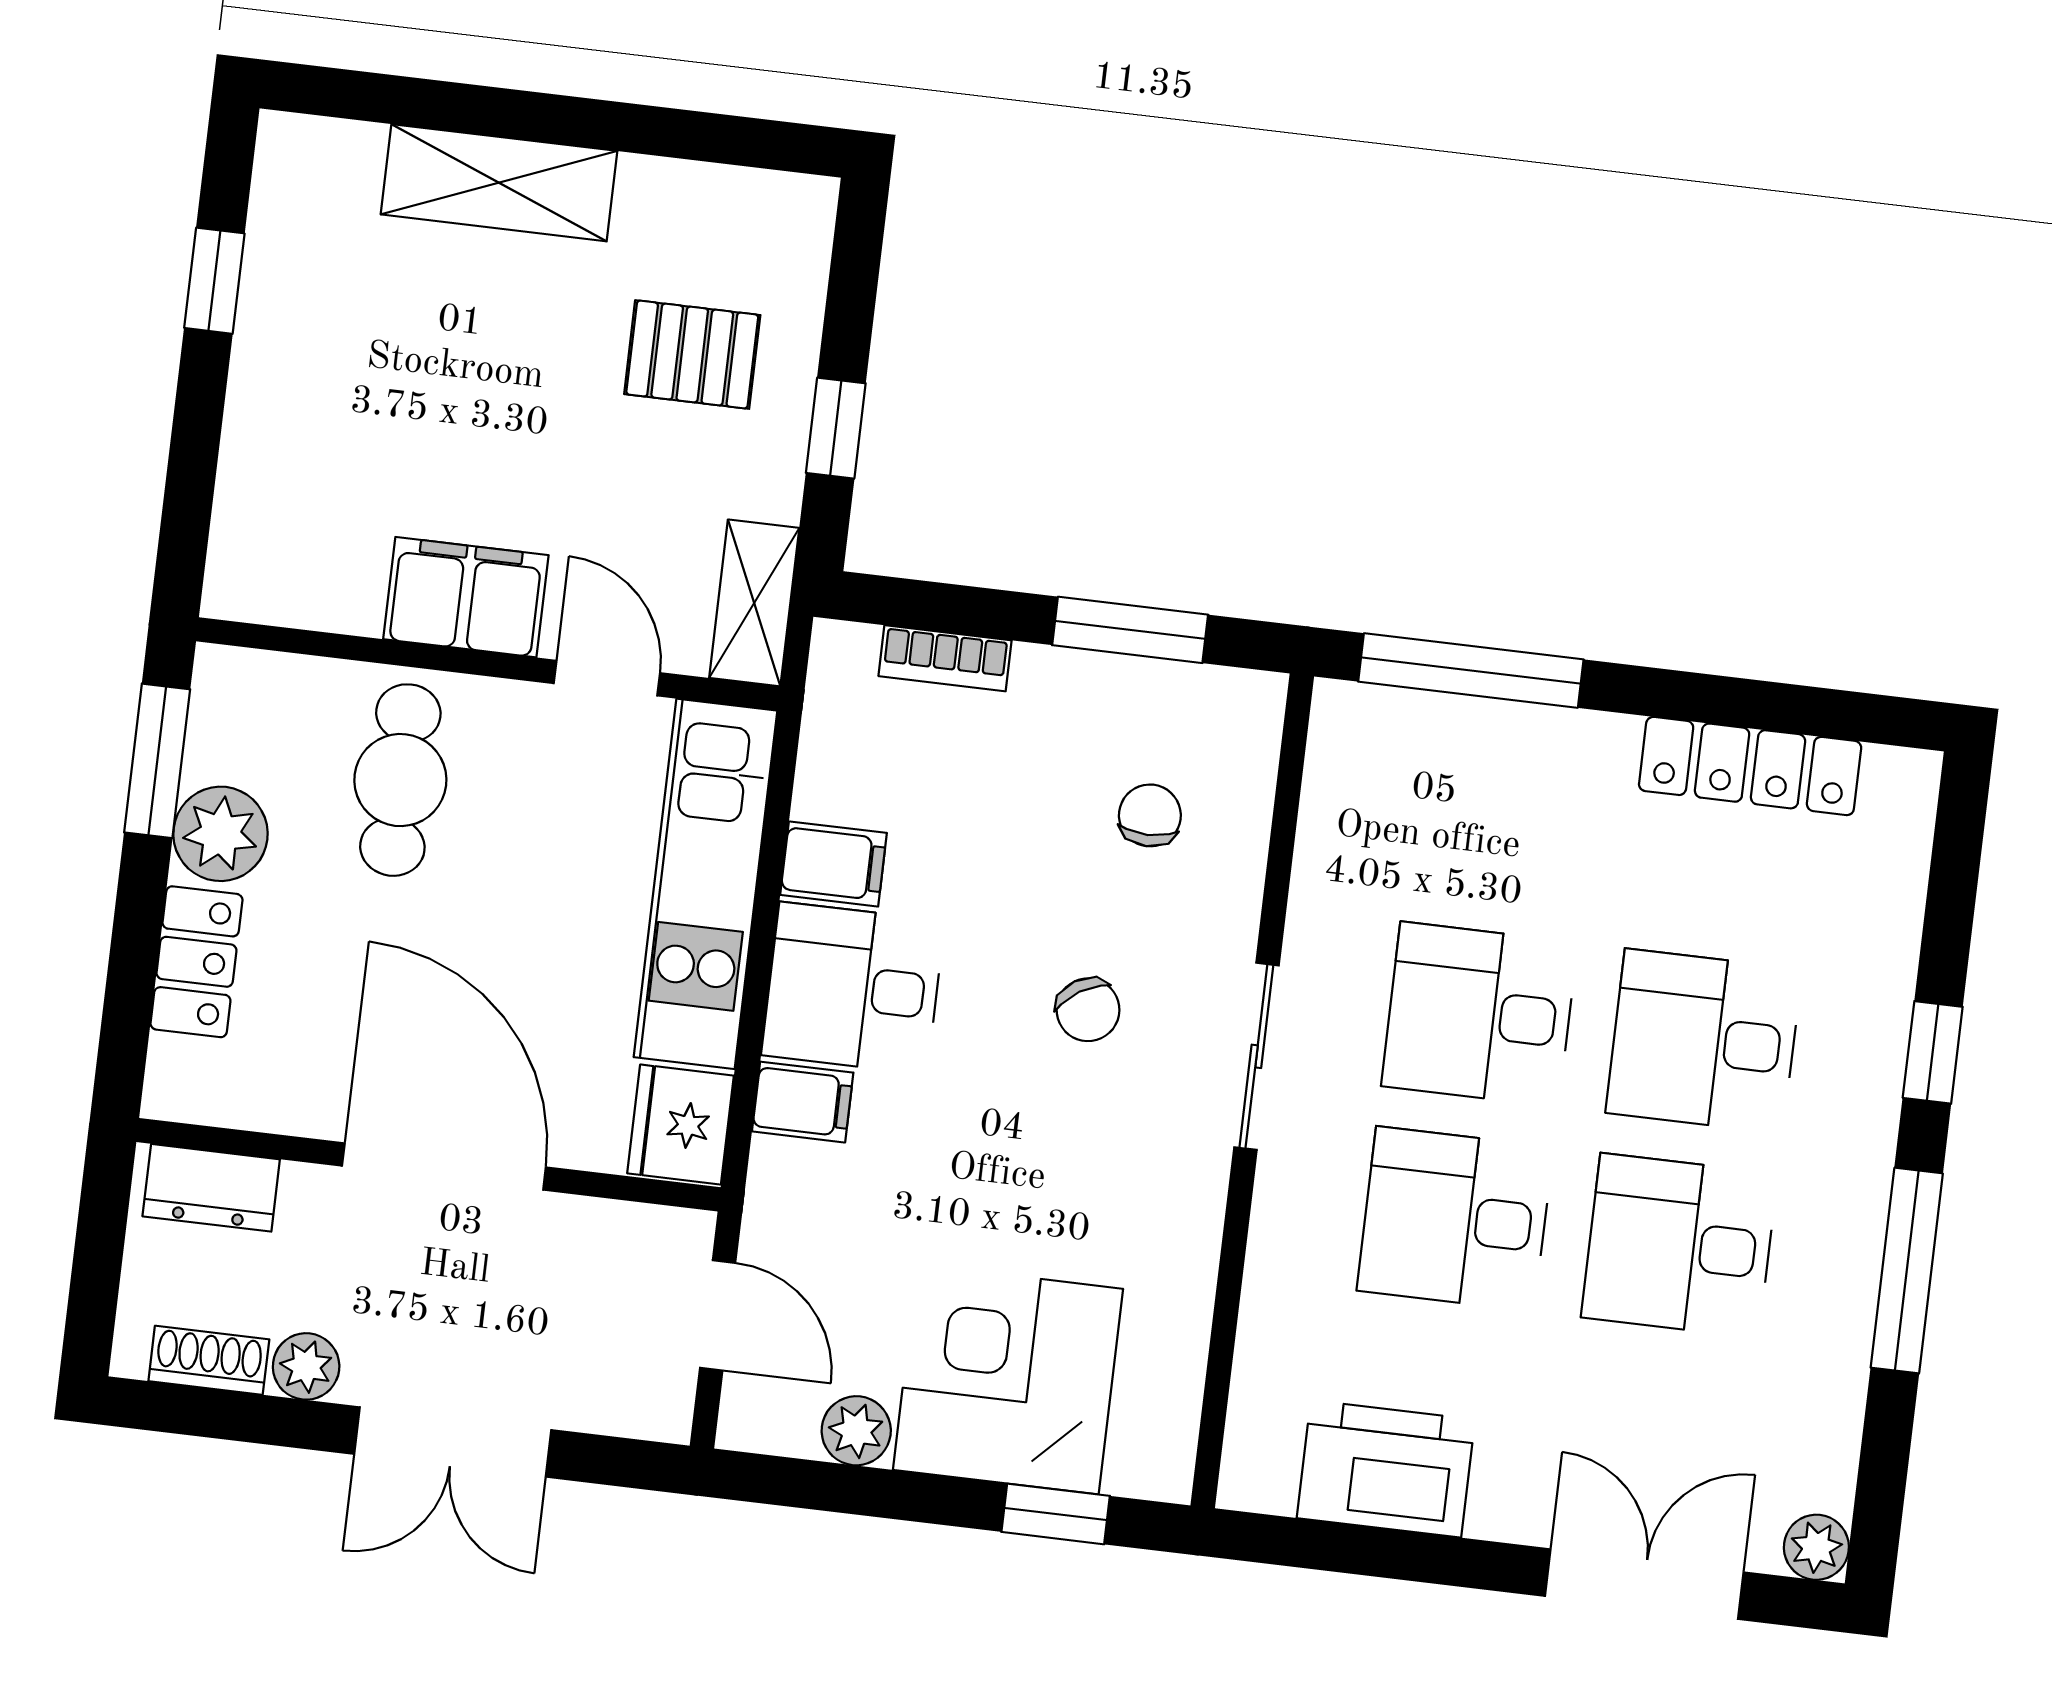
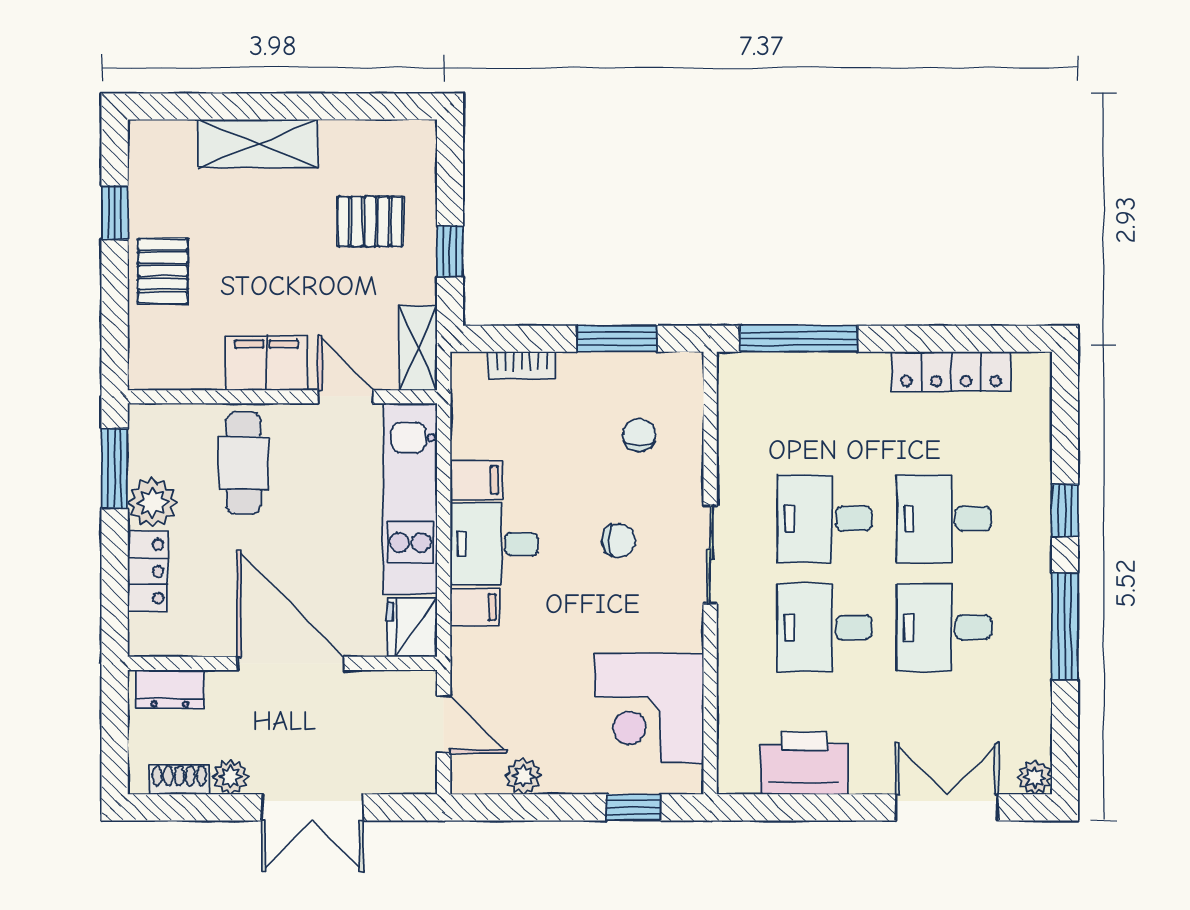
pallet: (292, 401) -> (163, 271), added
chair: (1088, 1010) -> (619, 541), turned -58
corner desk: (1008, 1379) -> (649, 708), moved, turned -90

